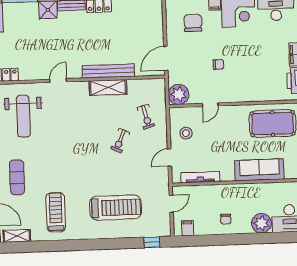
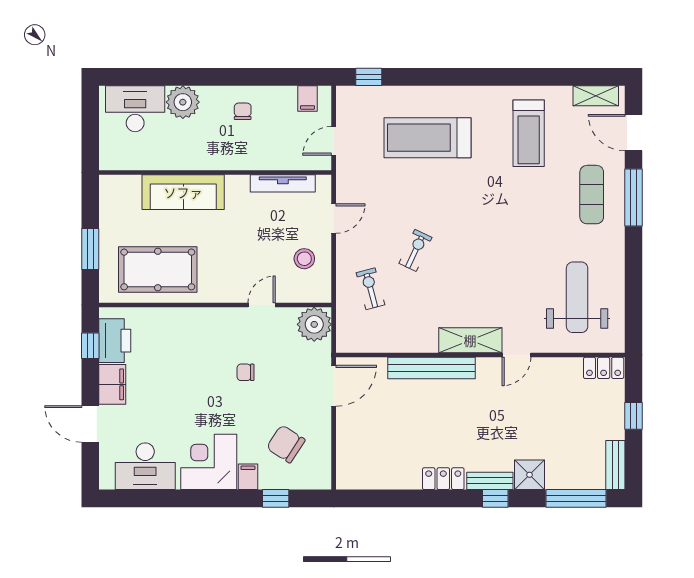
chair: (193, 23) -> (286, 444), turned 123
shelving: (108, 88) -> (470, 340), moved

